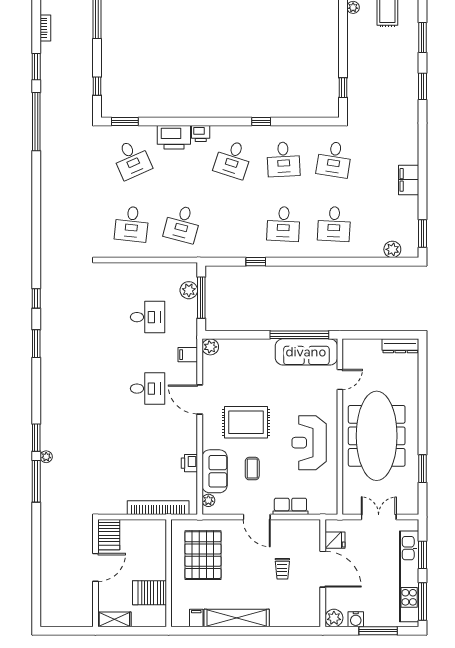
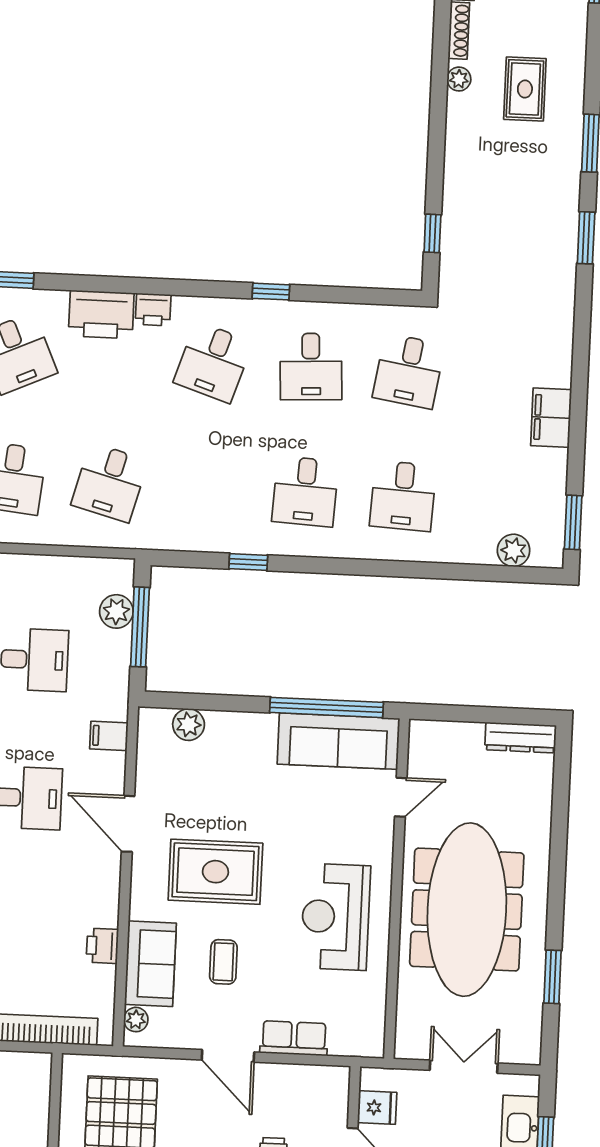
plant: (210, 347) -> (189, 725), moved

